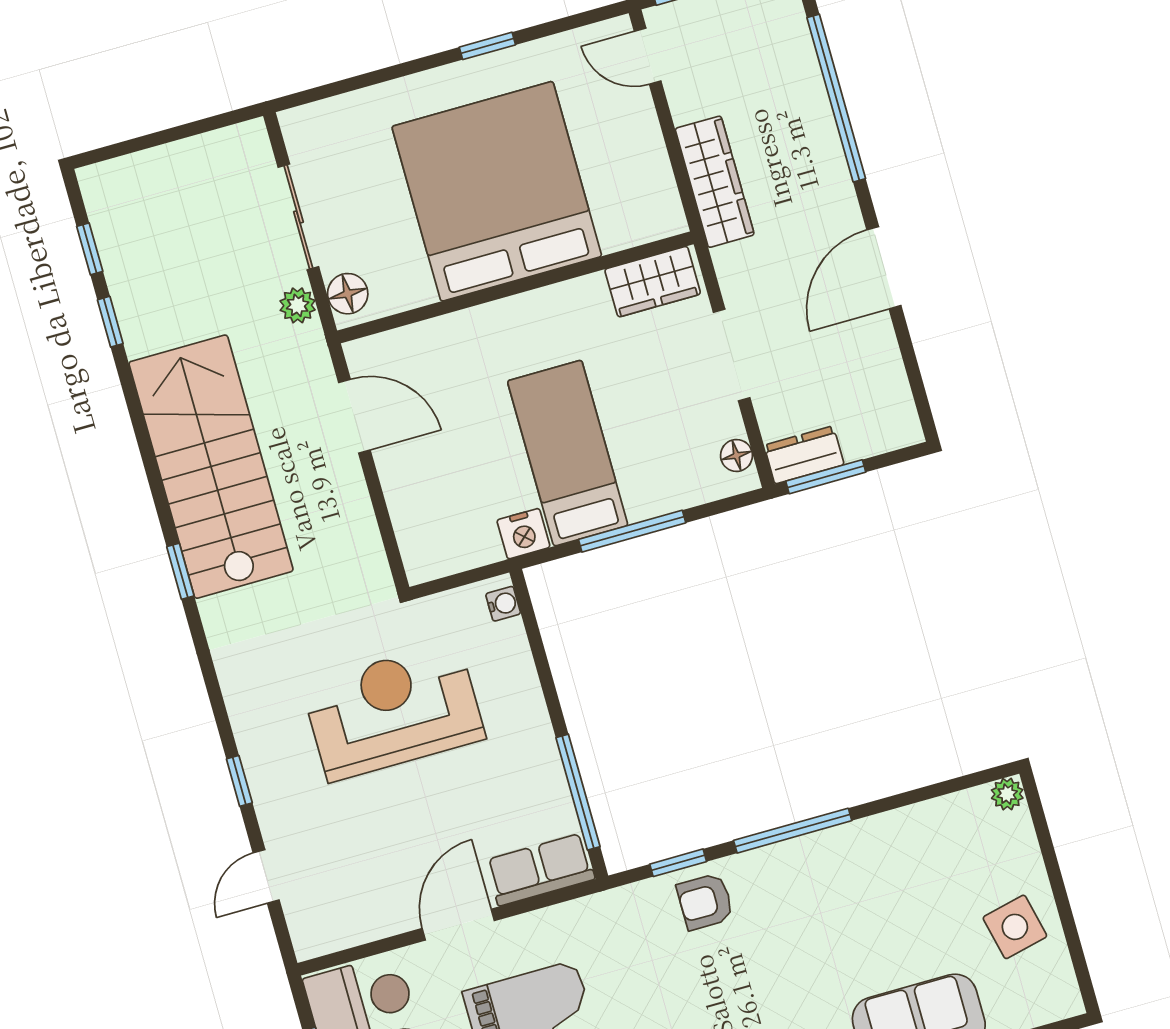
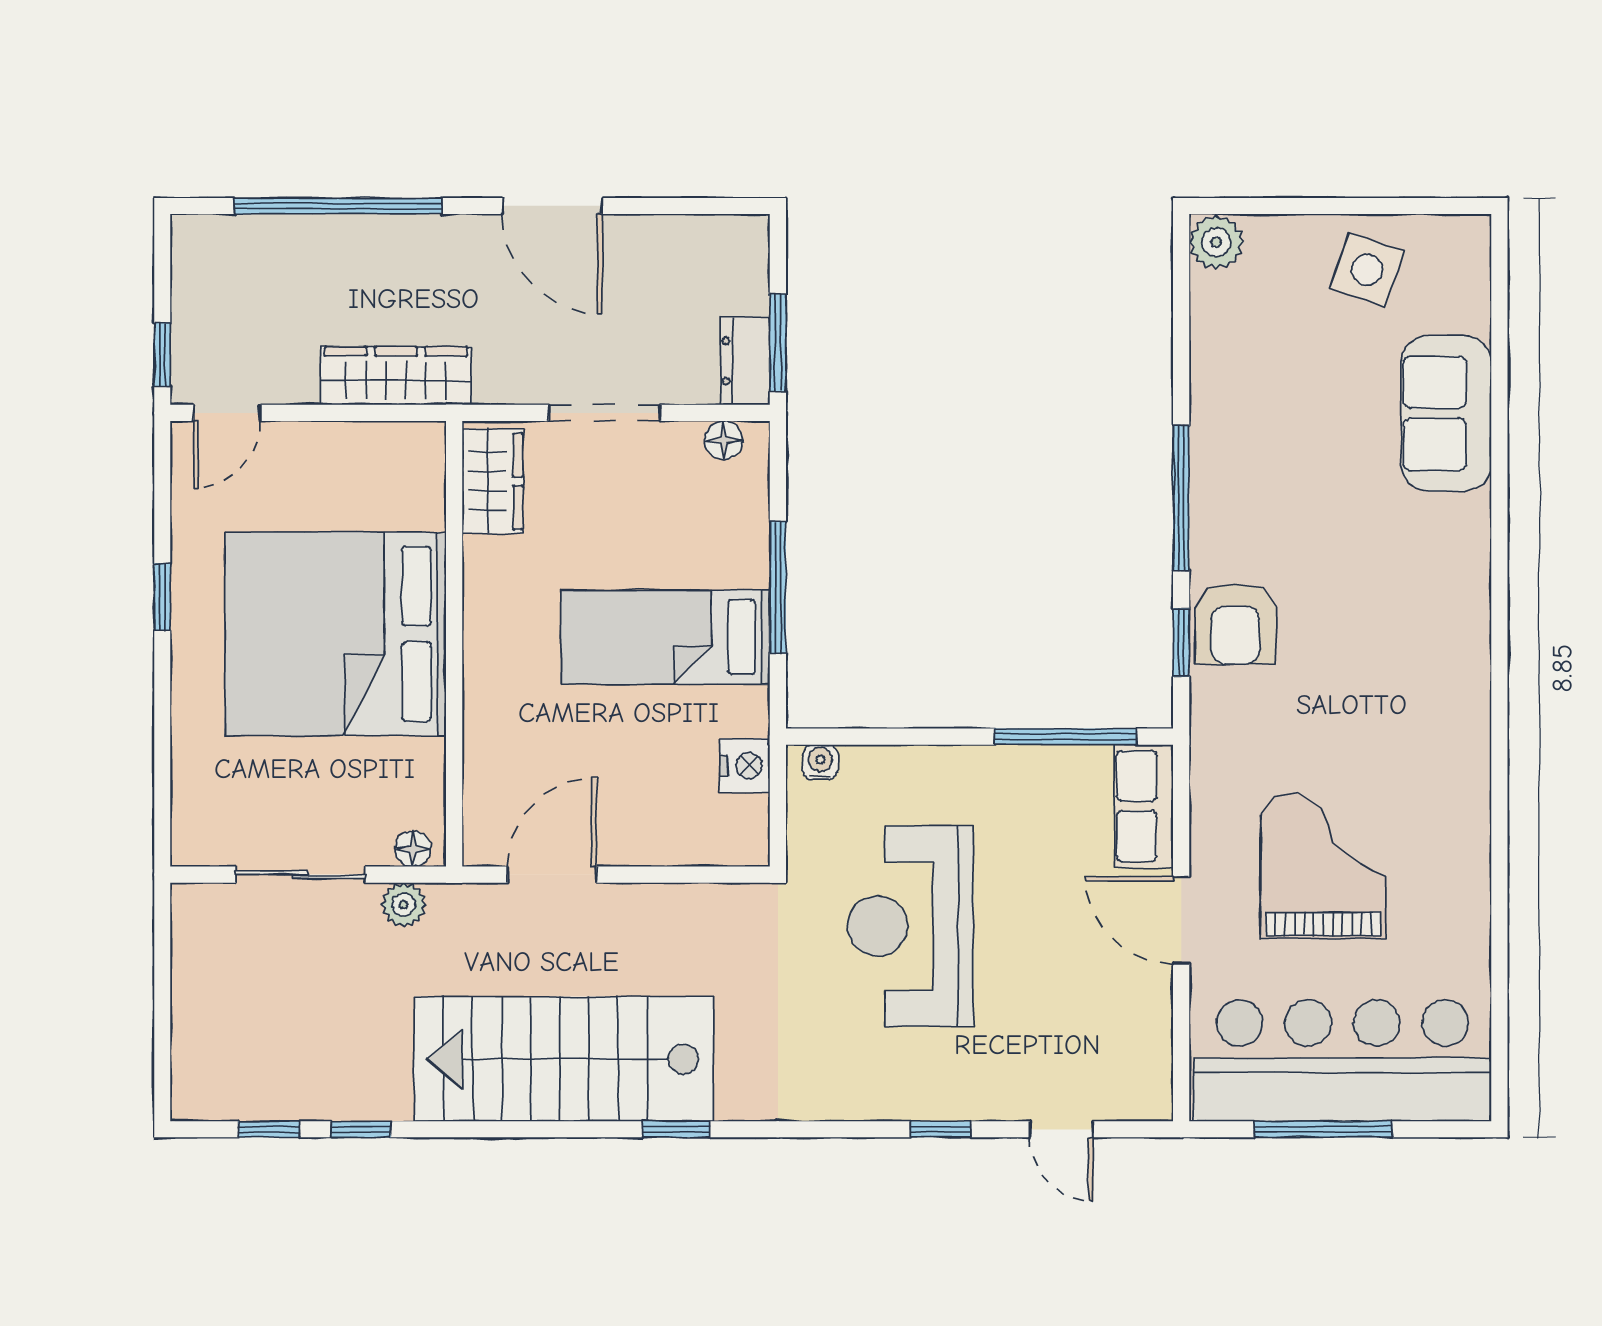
floor lamp: (348, 294) -> (413, 849), width x0.73, depth x0.73
nightstand: (523, 534) -> (745, 765), moved
plant: (1007, 794) -> (1216, 242), width x1.38, depth x1.38
armchair: (705, 902) -> (1235, 624), width x1.38, depth x1.38
side table: (1015, 927) -> (1367, 270), turned 32

